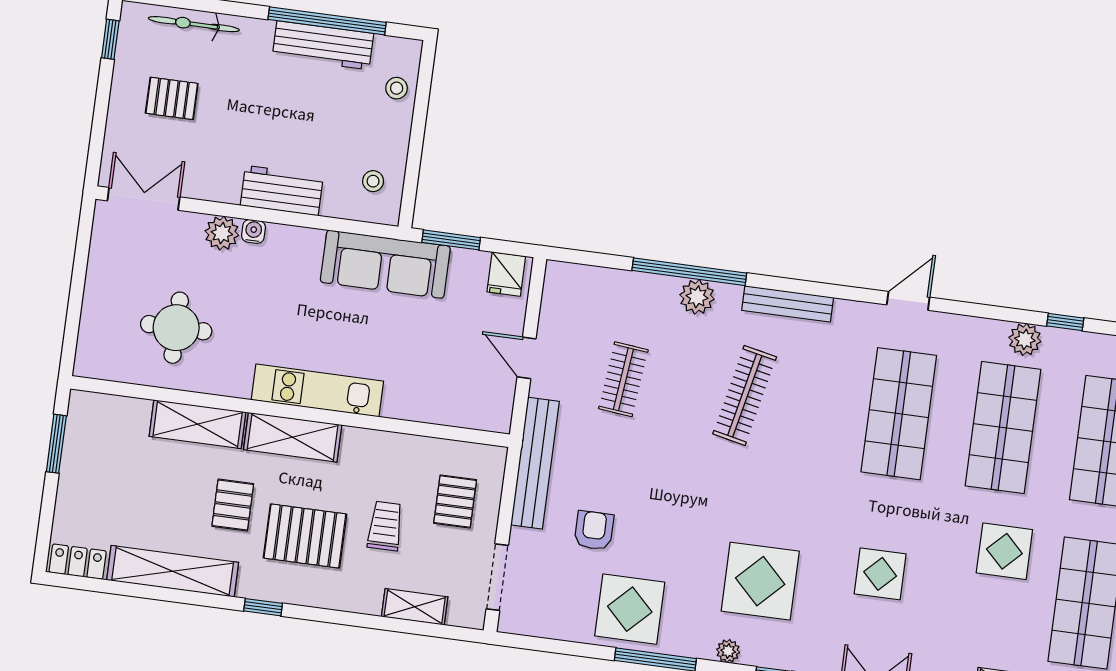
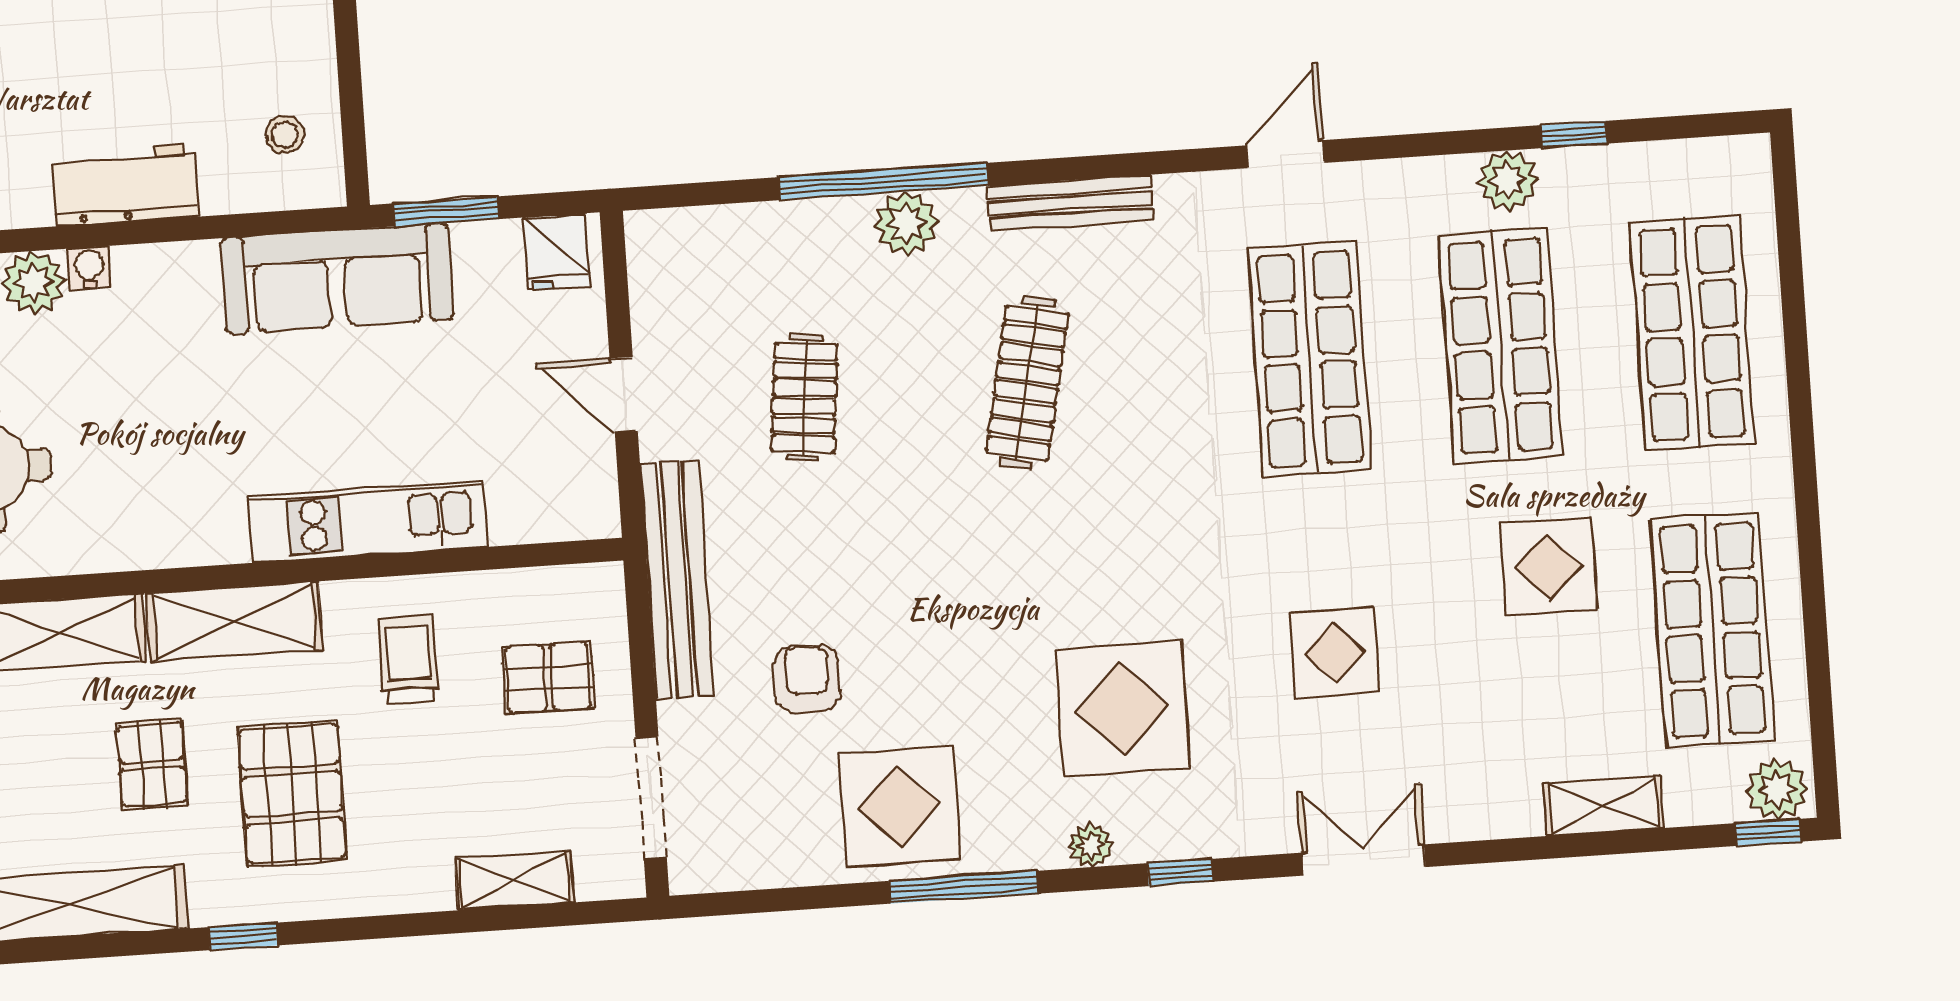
kitchen unit: (317, 391) -> (368, 522), moved
pallet: (455, 502) -> (548, 677), turned 90
trolley: (385, 526) -> (408, 659), moved
pallet: (305, 536) -> (292, 794), turned 90

